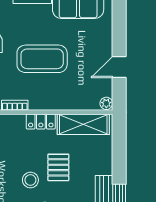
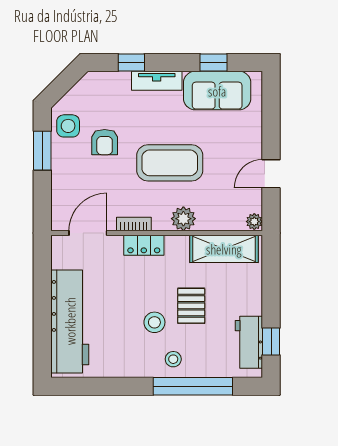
plant: (52, 101) -> (183, 219), added
locker: (41, 121) -> (144, 245), moved

